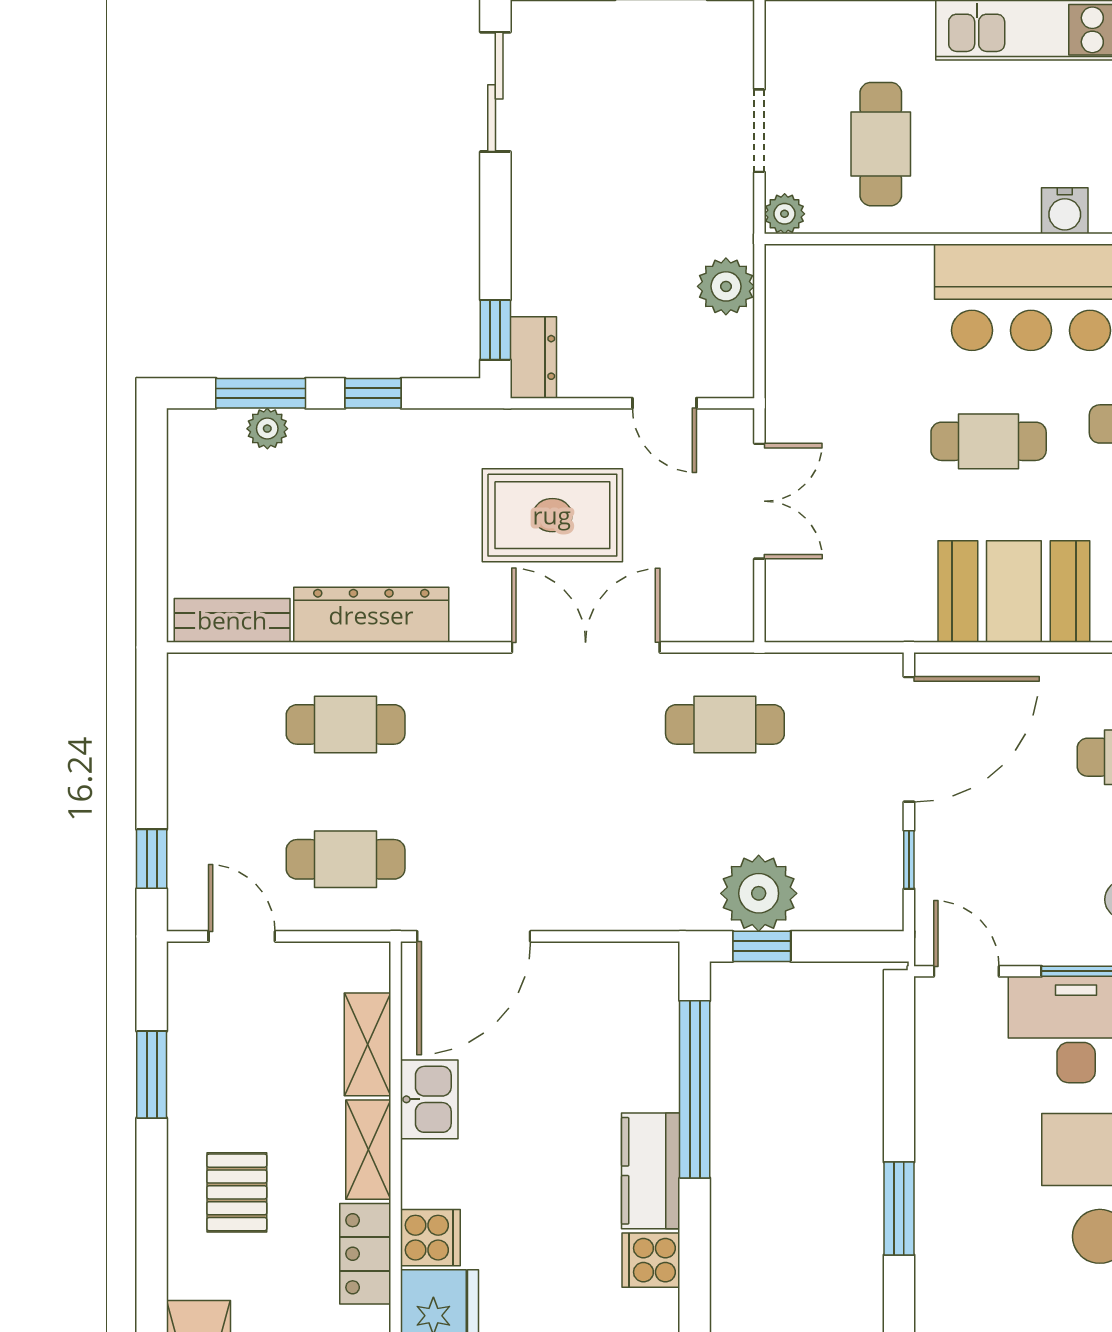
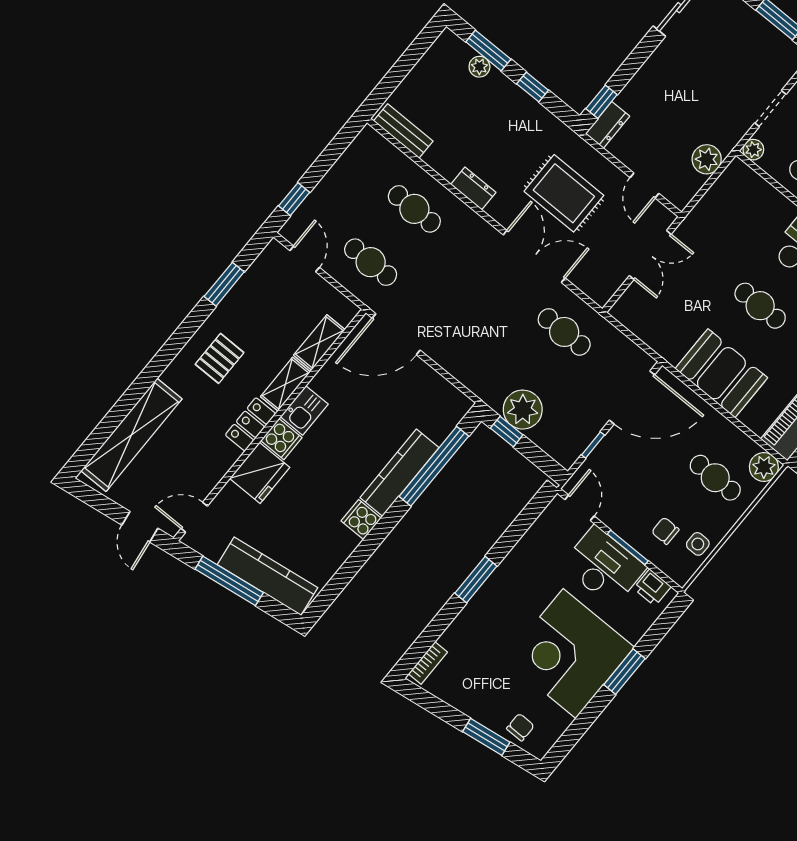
dresser: (371, 615) -> (473, 188), width x0.51, depth x0.80
kitchen sink: (429, 1099) -> (304, 410), moved
kitchen counter: (651, 1171) -> (399, 473), width x1.50

